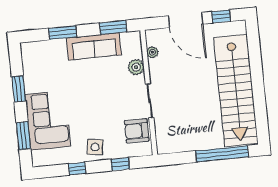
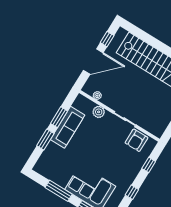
window: (113, 27) -> (59, 117), moved
window: (19, 89) -> (59, 191), width x1.44
side table: (95, 147) -> (127, 172), removed

